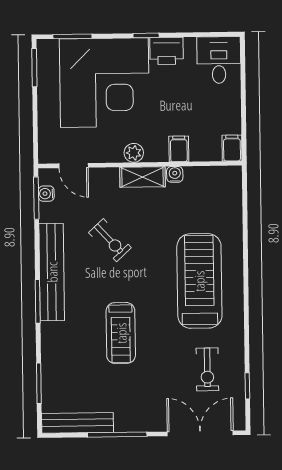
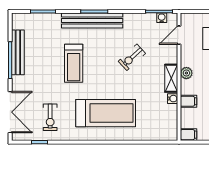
bench: (52, 272) -> (92, 21), moved
treadmill: (121, 333) -> (74, 63), turned -90
exercise bike: (207, 369) -> (50, 117), turned -90
bench: (78, 423) -> (18, 52), moved

